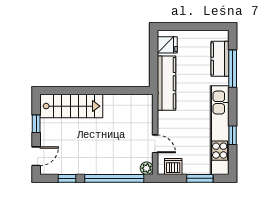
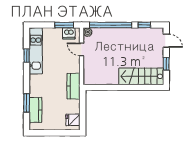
window: (233, 69) -> (27, 103), width x0.69
kitchen counter: (167, 83) -> (74, 86), width x0.67
kitchen unit: (220, 130) -> (36, 51), width x0.73
door: (36, 156) -> (166, 41), swing flipped
window: (200, 178) -> (64, 25), moved

